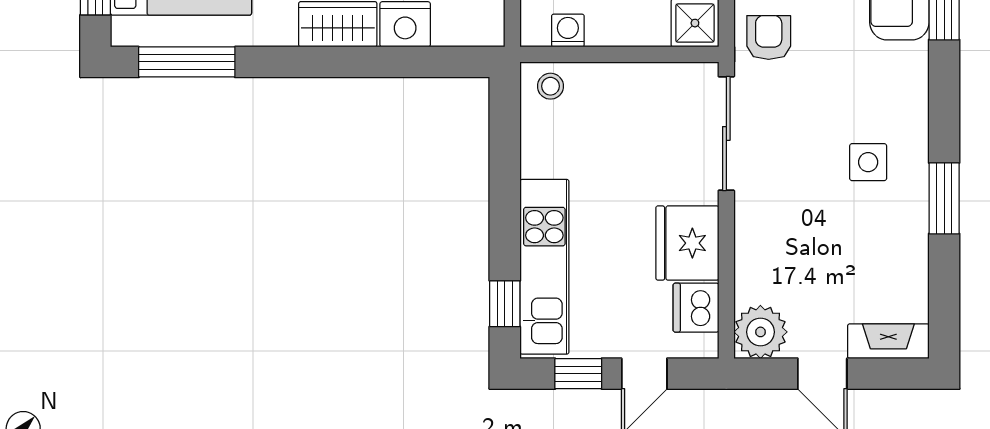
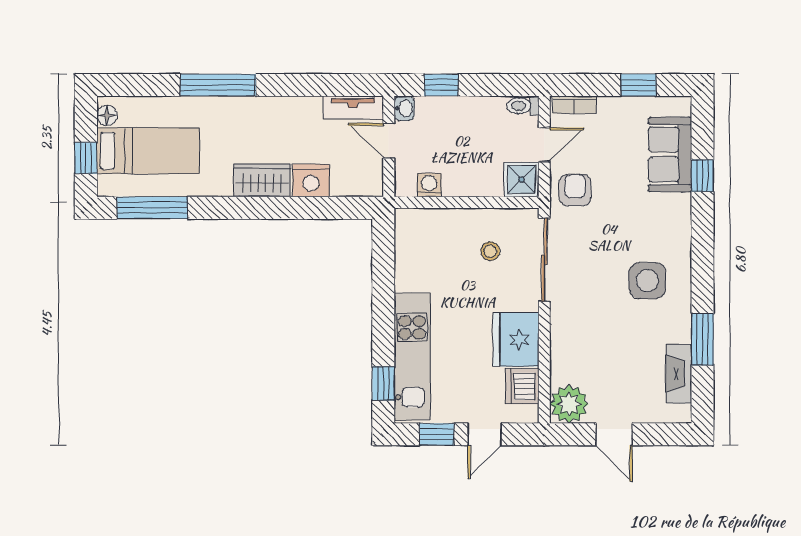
stool: (550, 86) -> (490, 251), moved
side table: (868, 162) -> (647, 281), width x1.37, depth x1.37
window: (944, 198) -> (703, 339), moved
fireplace: (888, 341) -> (679, 374), moved, turned -90

